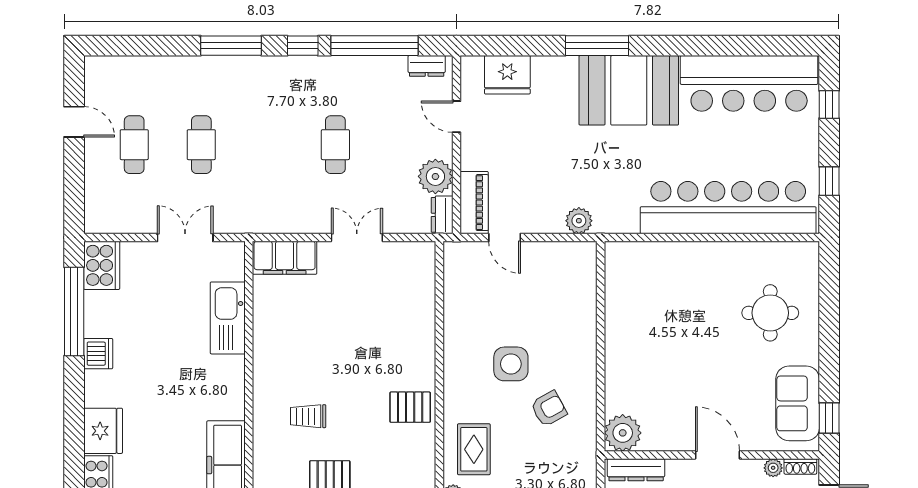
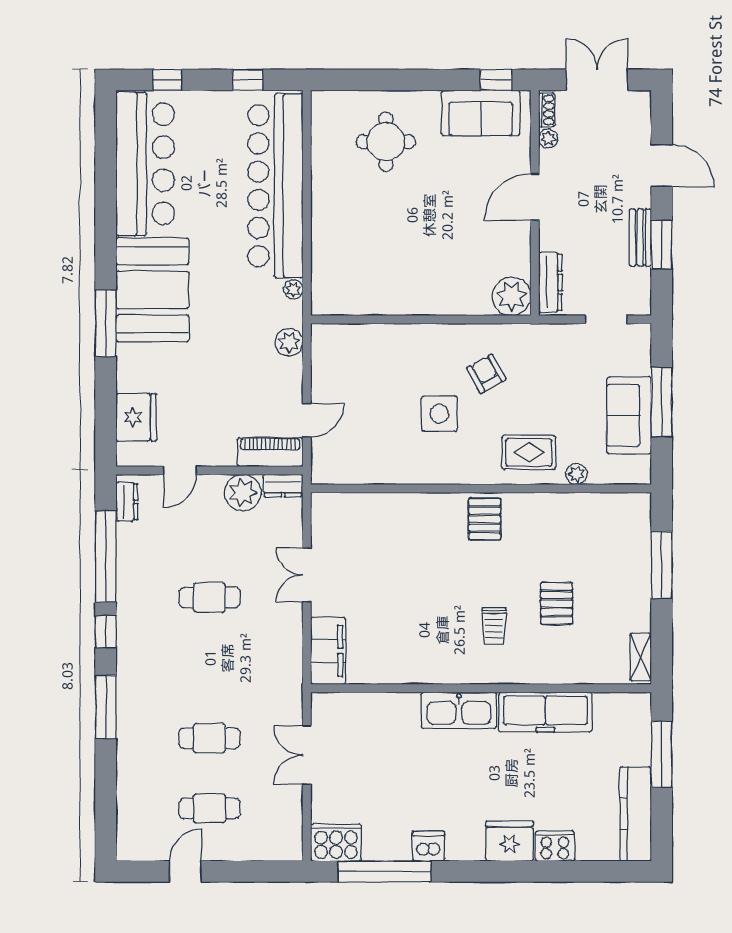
plant: (629, 225) -> (293, 289), added
kitchen sink: (228, 318) -> (459, 710), moved

